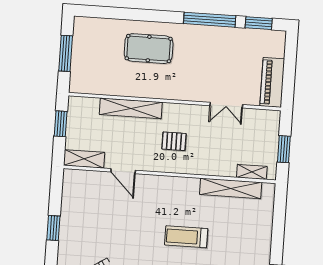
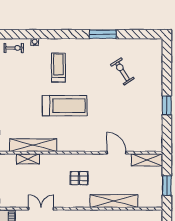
shelving: (252, 172) -> (28, 159), moved
treadmill: (186, 237) -> (65, 106), width x1.37, depth x1.37

